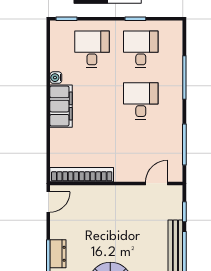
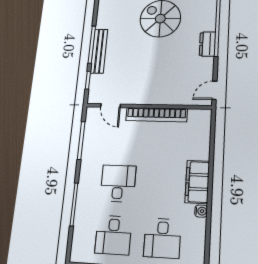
desk: (141, 101) -> (118, 183), turned 180
bookcase: (82, 175) -> (156, 115), moved
door: (156, 183) -> (111, 106), hinge flipped

